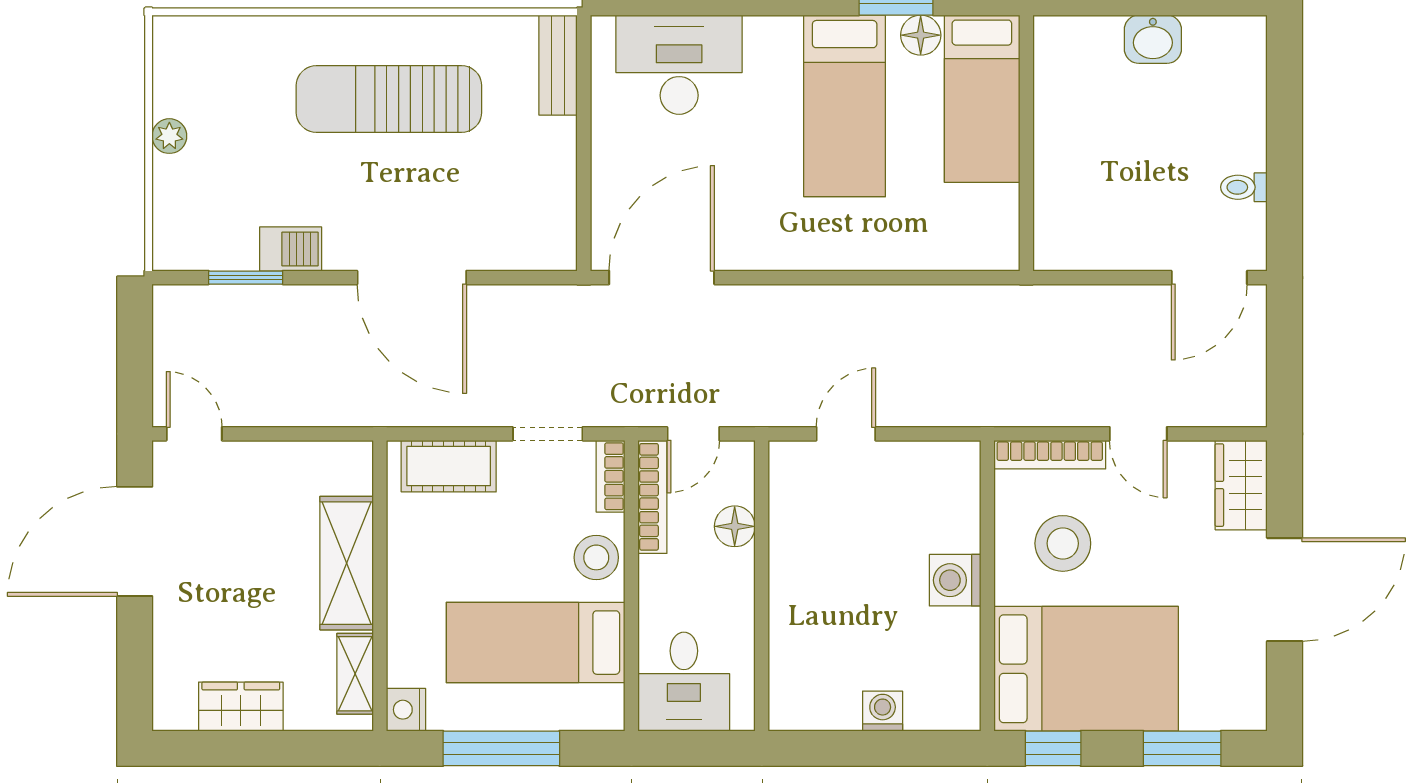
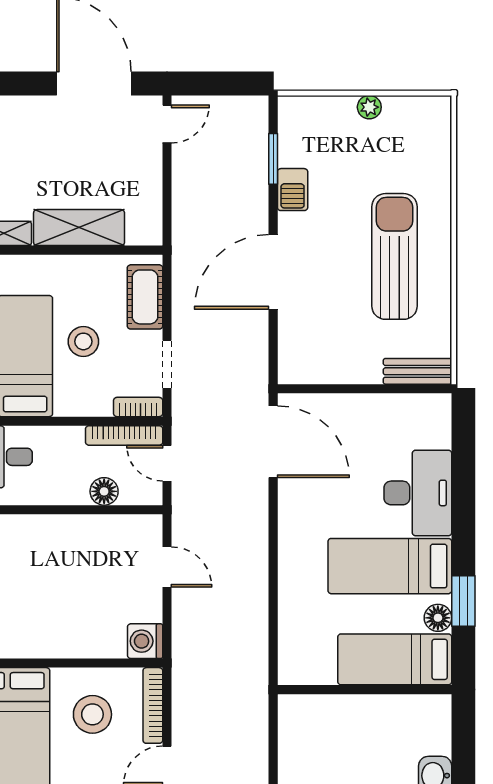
desk: (679, 65) -> (418, 493), moved
stool: (596, 557) -> (83, 341), moved
washing machine: (955, 580) -> (145, 641), moved, turned -90

